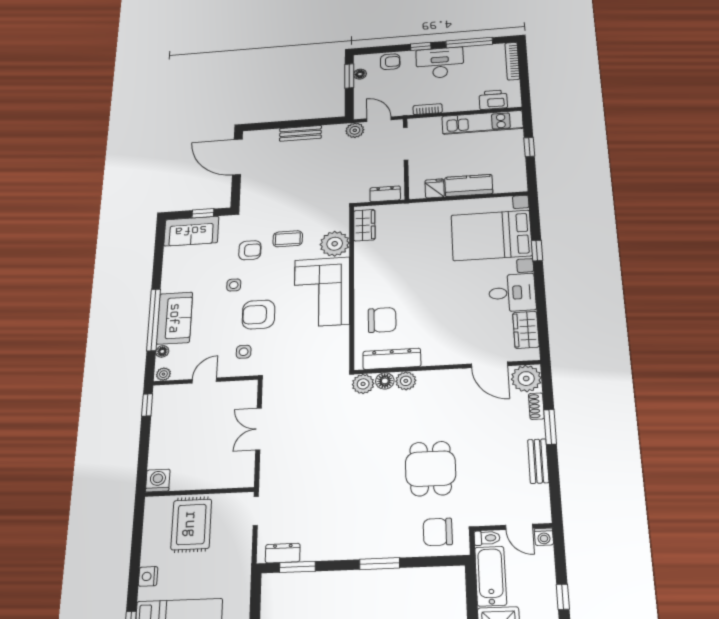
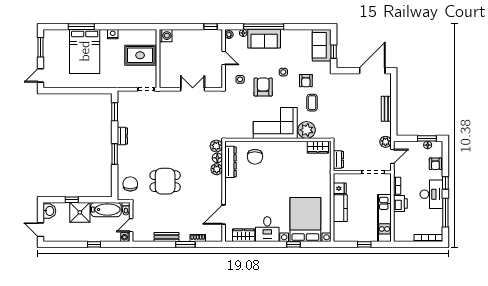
printer: (493, 100) -> (400, 203), moved
plant: (526, 379) -> (214, 234), removed
dresser: (283, 553) -> (122, 136), moved

